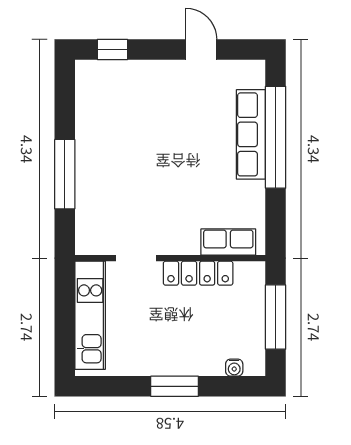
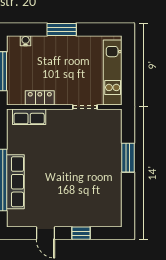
window: (112, 49) -> (81, 233), moved
window: (65, 174) -> (128, 158), width x0.69
locker: (198, 273) -> (40, 98), width x0.66

